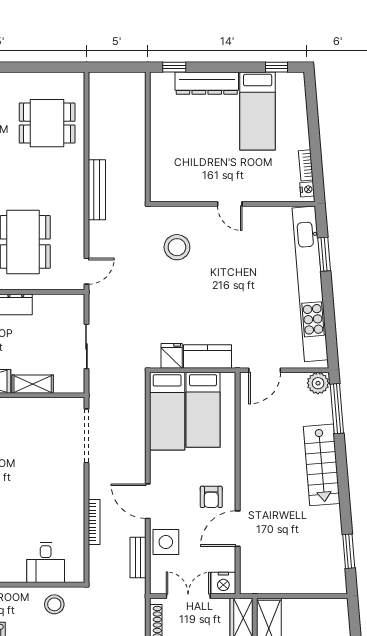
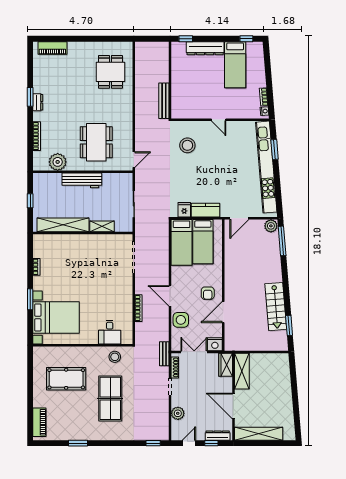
dining table: (47, 123) -> (110, 72), turned 90
bench: (97, 190) -> (164, 101), moved
stairs: (322, 465) -> (276, 307), moved
bench: (138, 557) -> (164, 354), moved

